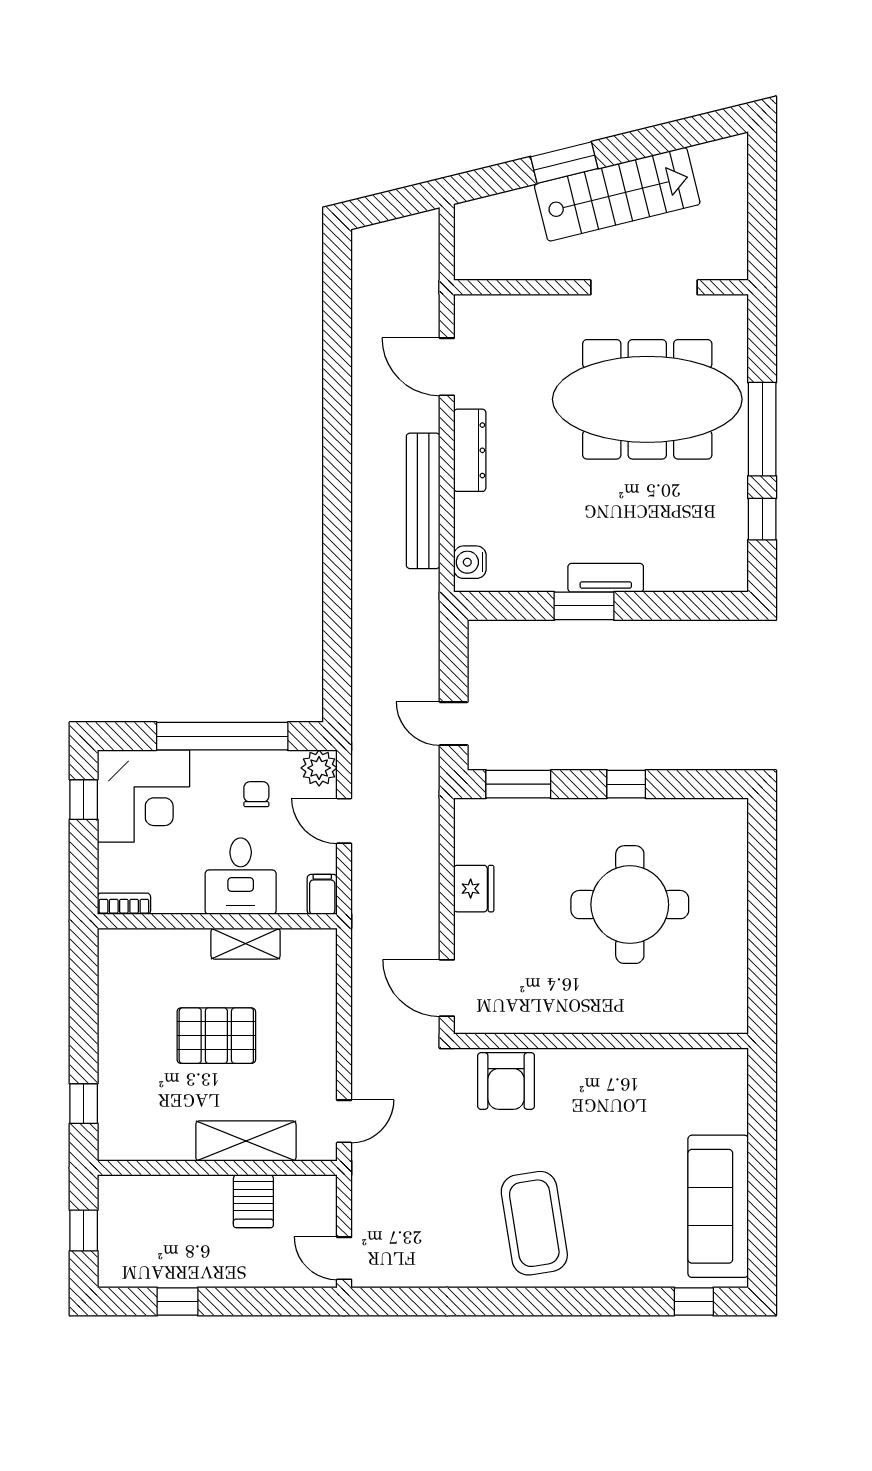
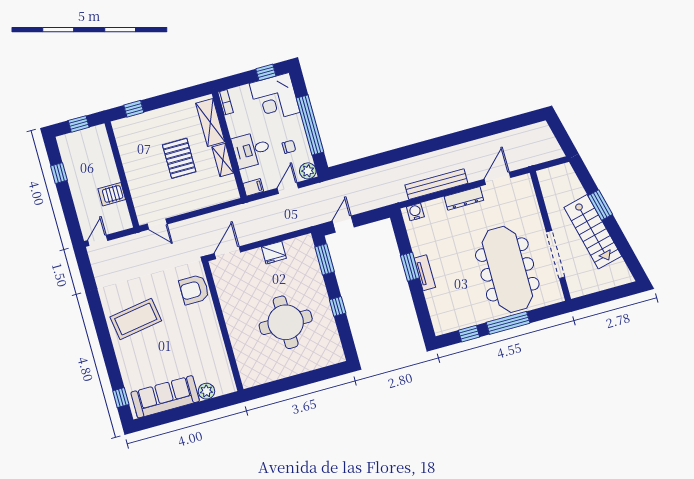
plant: (730, 1115) -> (206, 391), added
shelving: (246, 1141) -> (210, 122), moved

